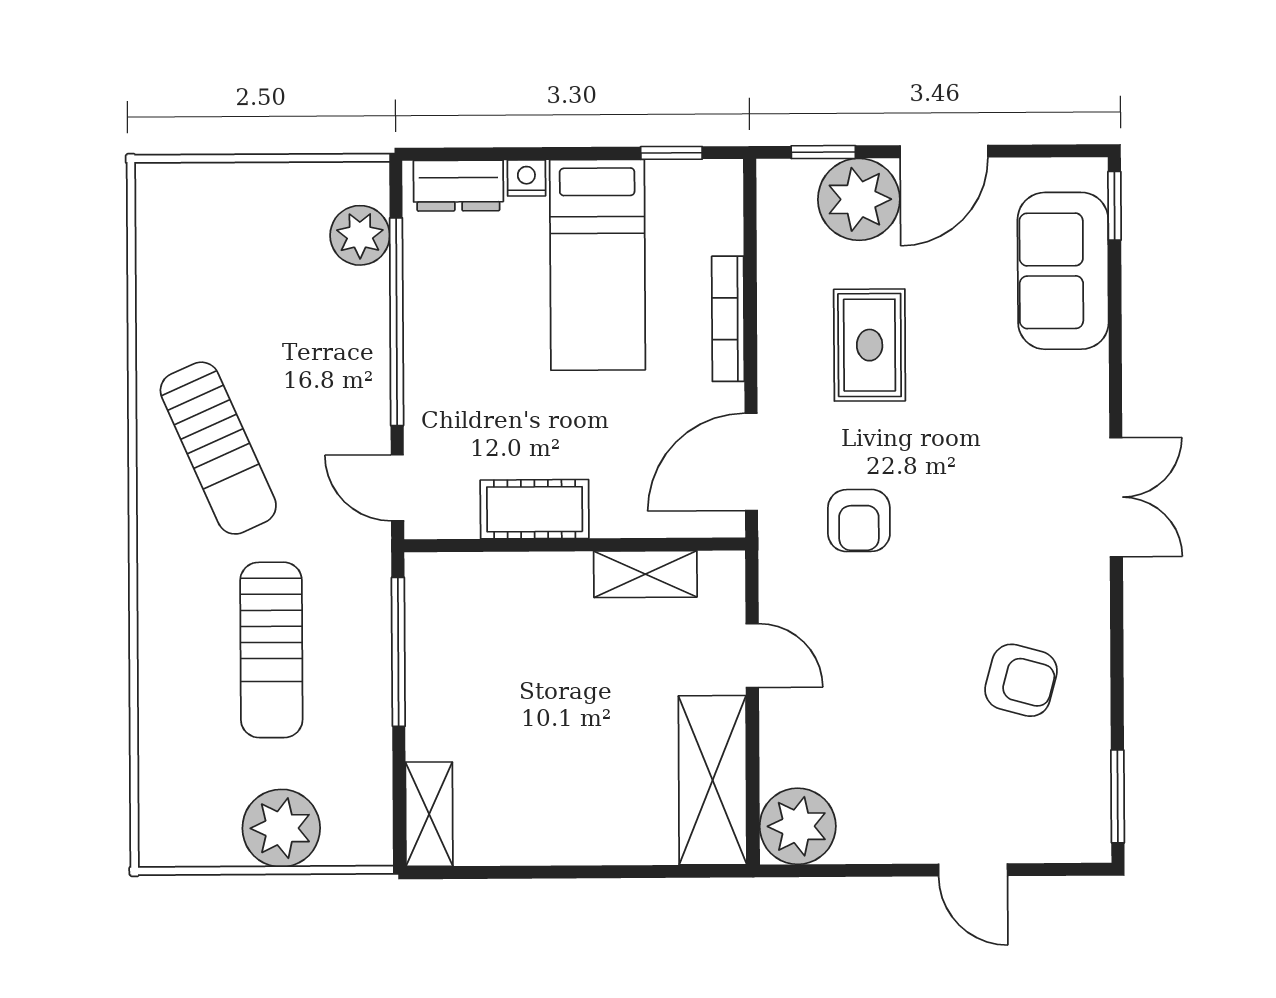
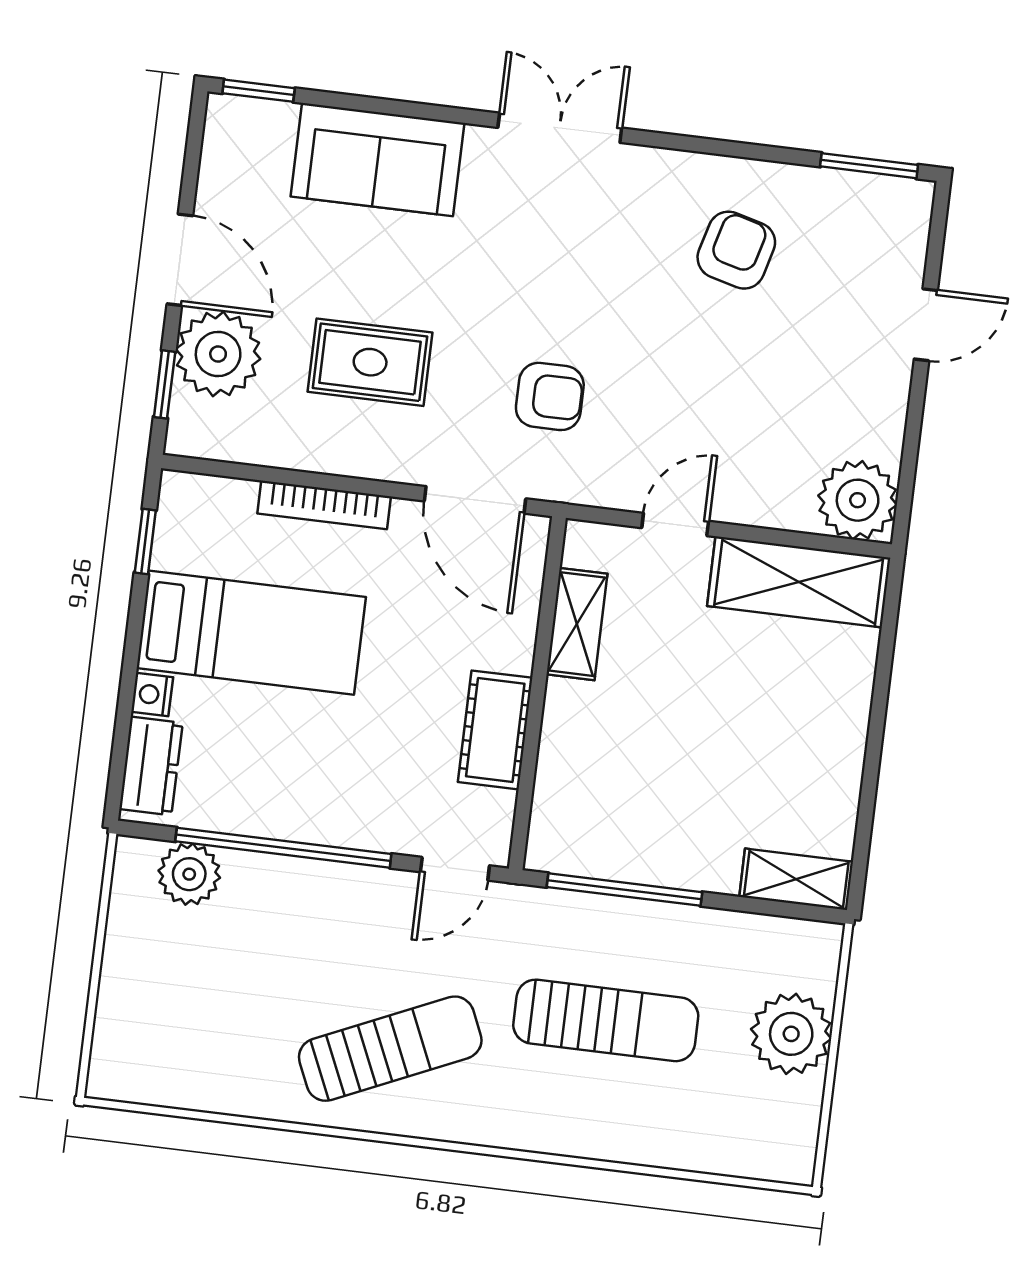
sofa: (1063, 271) -> (378, 160), moved

